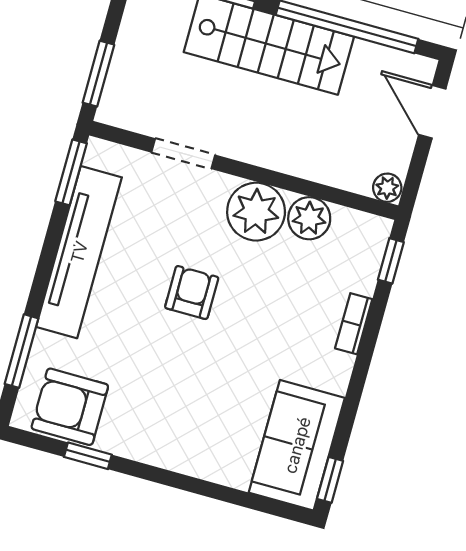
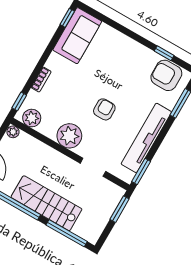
plant: (309, 218) -> (32, 118), moved
armchair: (192, 293) -> (104, 109), turned 180
armchair: (70, 407) -> (166, 75), turned 180

